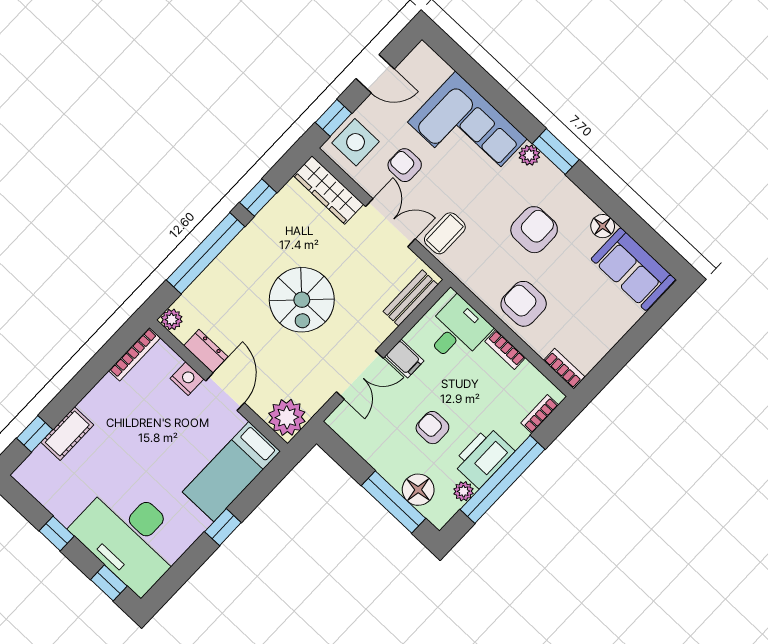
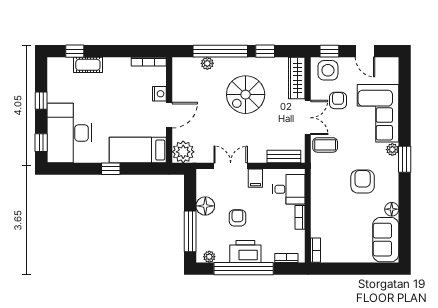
armchair: (534, 230) -> (363, 182), turned -90
spiral stairs: (302, 300) -> (246, 95), moved
armchair: (524, 304) -> (327, 207), removed
plant: (172, 319) -> (207, 63), moved
dresser: (206, 351) -> (179, 91), removed
double door: (360, 375) -> (231, 166), swing flipped
floor lamp: (418, 490) -> (205, 206), moved
plant: (463, 491) -> (209, 257), moved

